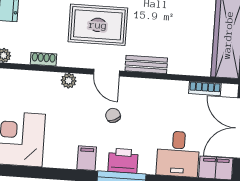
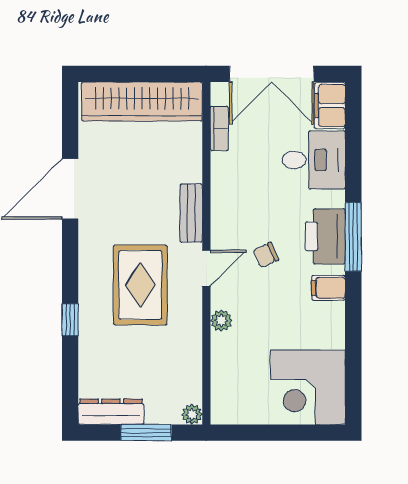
shoe rack: (44, 59) -> (194, 358), removed
printer: (123, 161) -> (325, 236), width x1.37, depth x1.19

